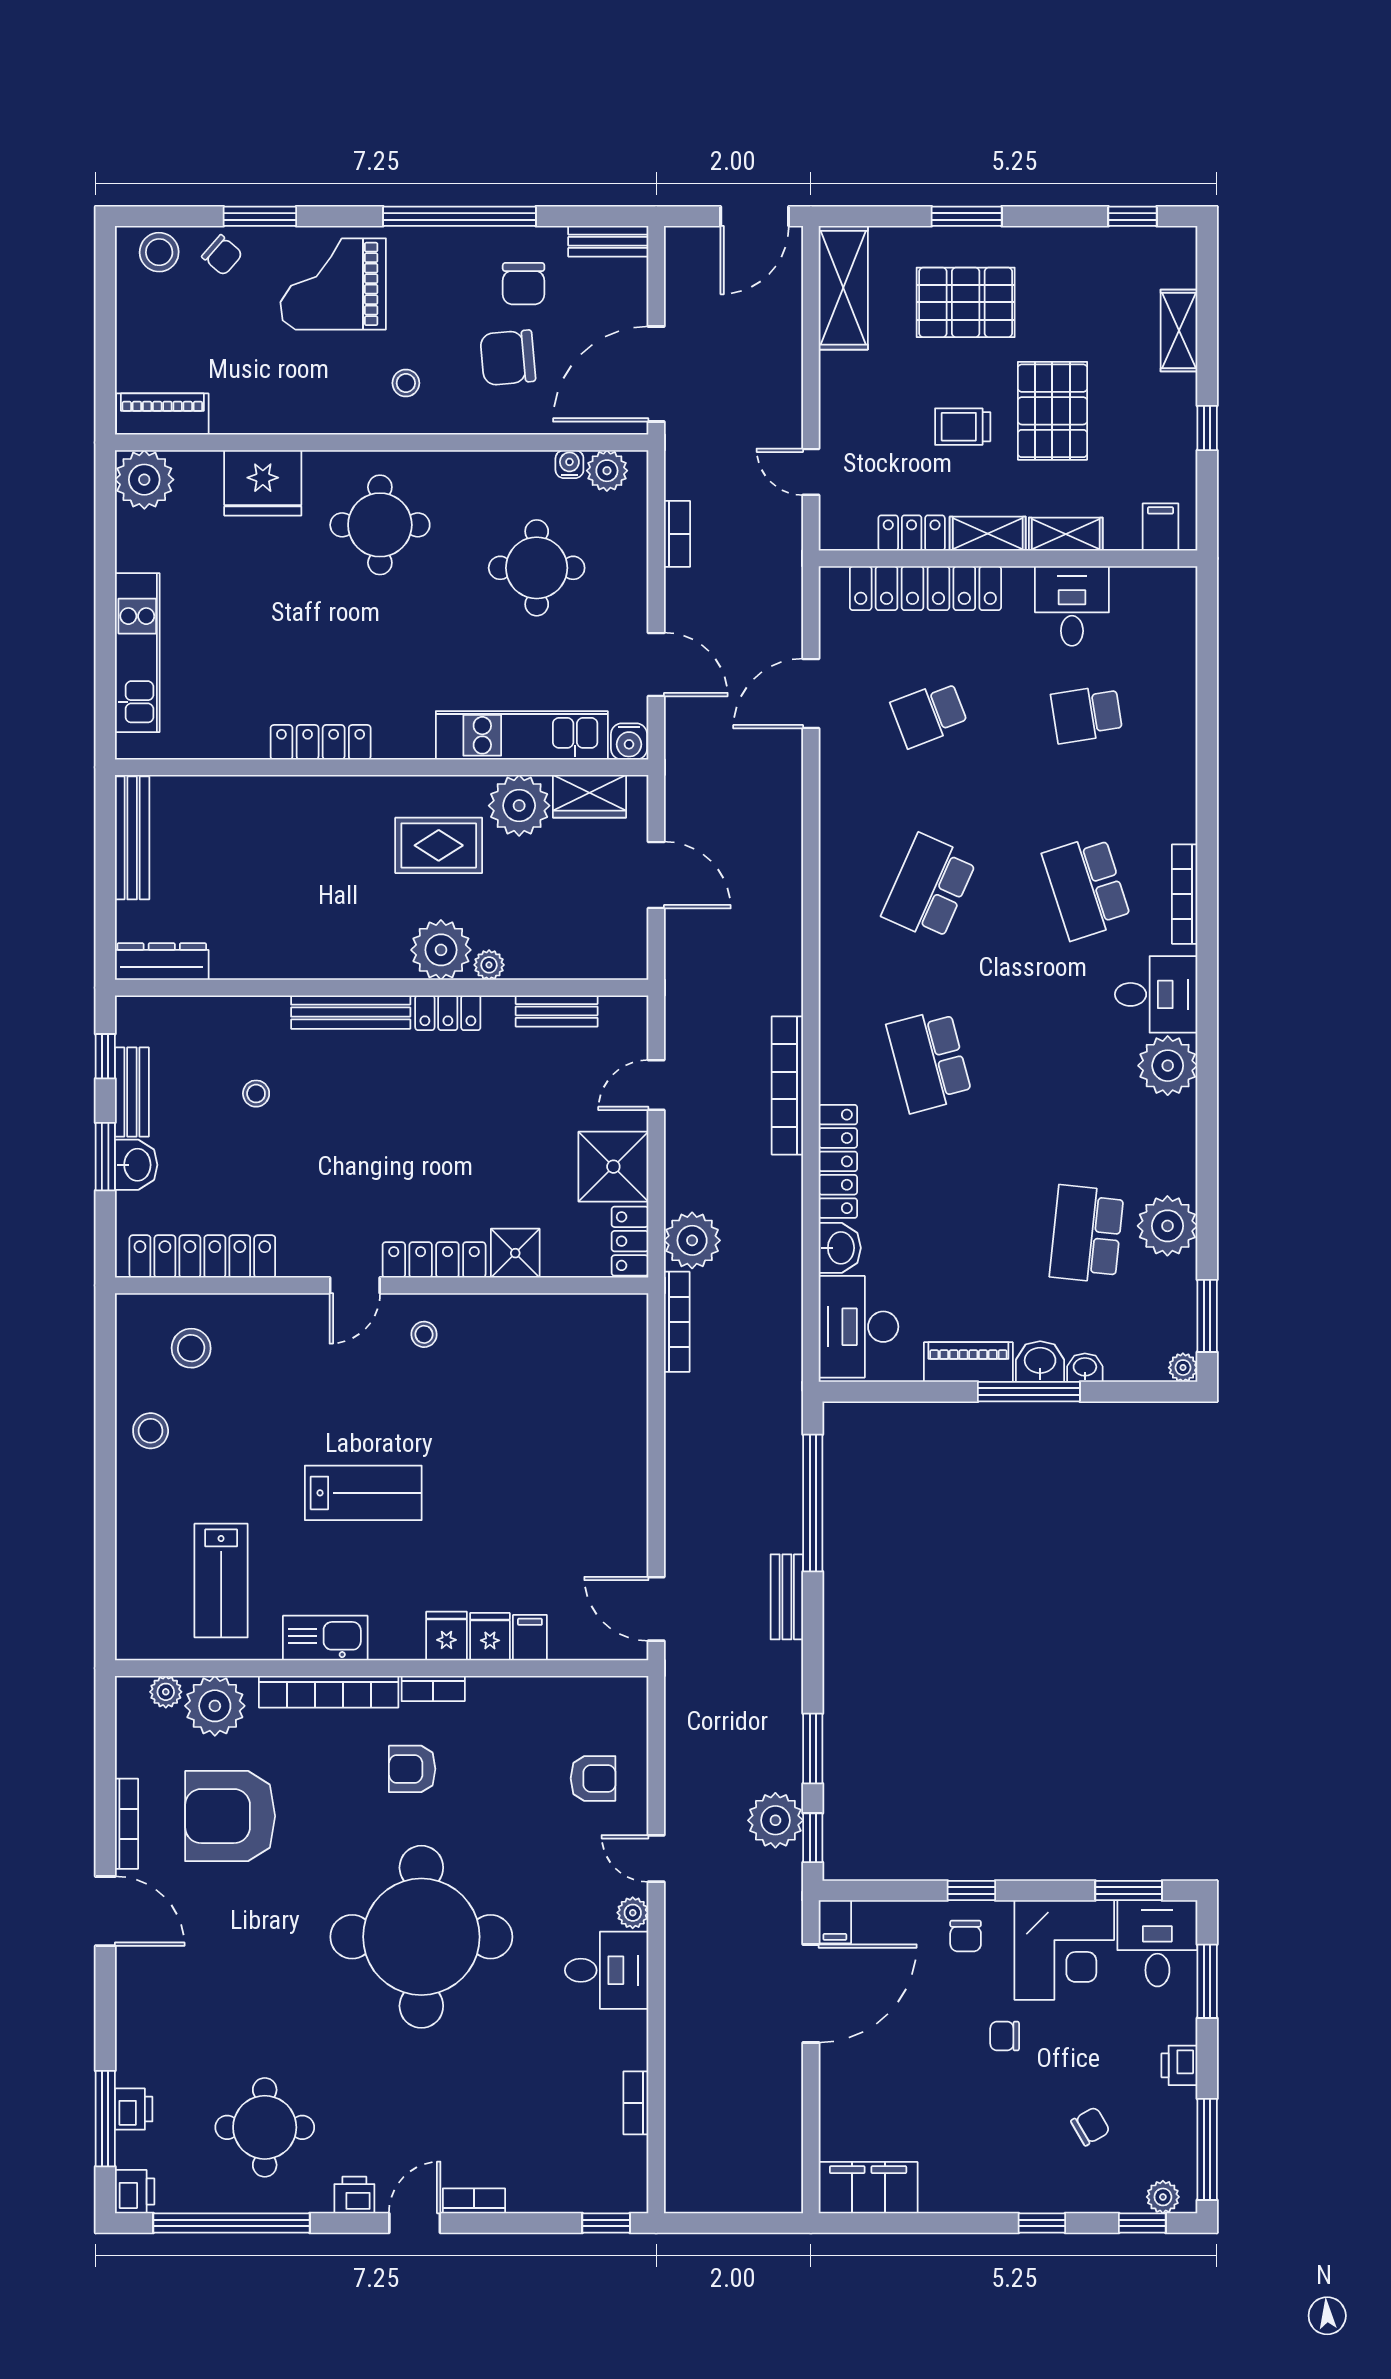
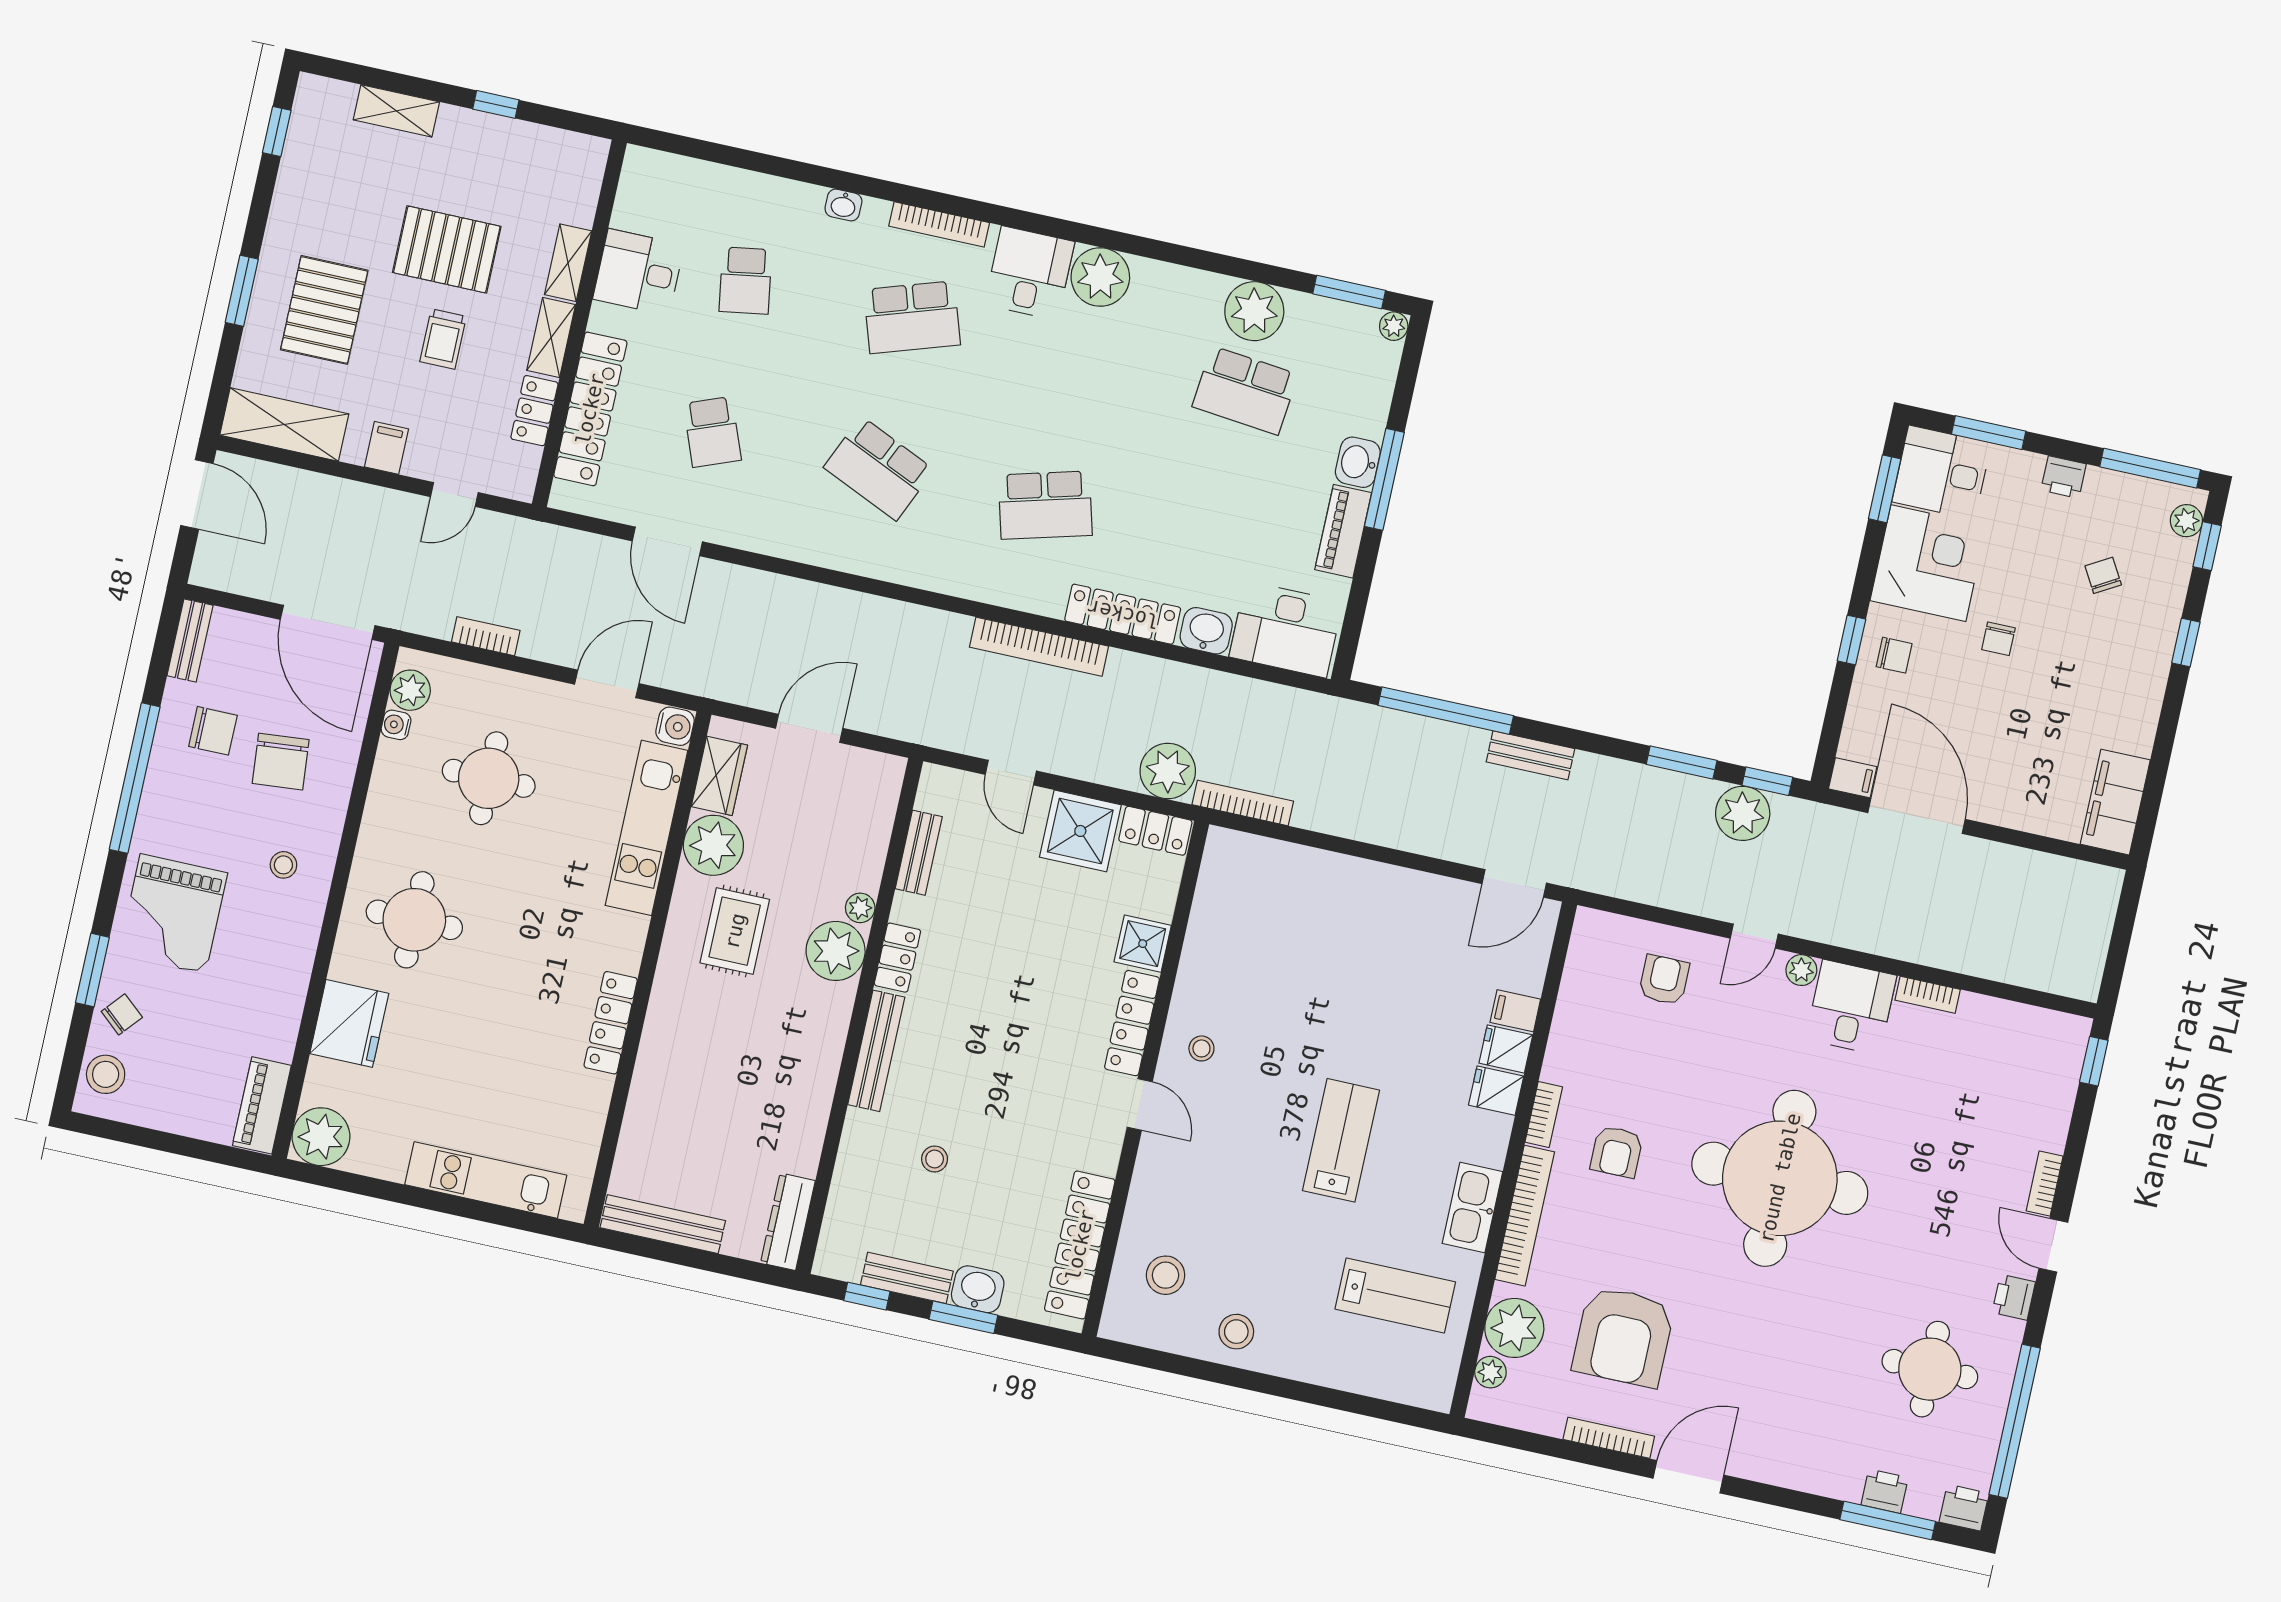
filing cabinet: (1160, 527) -> (386, 448), moved, turned 90
washbasin: (1085, 1368) -> (843, 205), moved, turned -90
bookcase: (636, 2103) -> (1928, 995), moved

